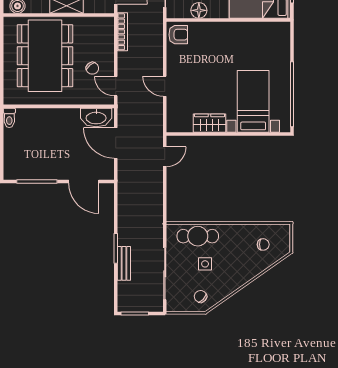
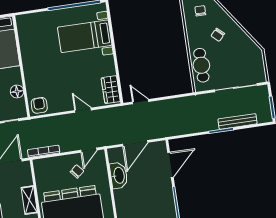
door: (165, 86) -> (83, 110), swing flipped
washbasin: (96, 117) -> (119, 175), moved
wardrobe: (210, 123) -> (111, 90), moved
bench: (124, 263) -> (238, 121), width x1.36
side table: (205, 264) -> (223, 56), removed
chair: (200, 296) -> (218, 35), moved

